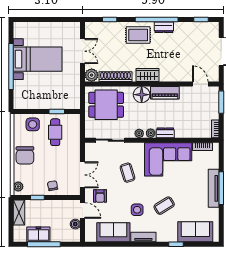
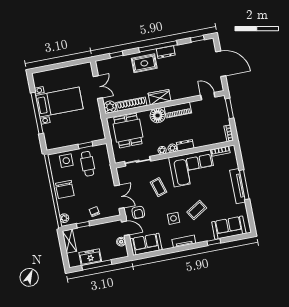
dining table: (106, 105) -> (128, 131), turned 90
sofa: (113, 232) -> (146, 244), moved

